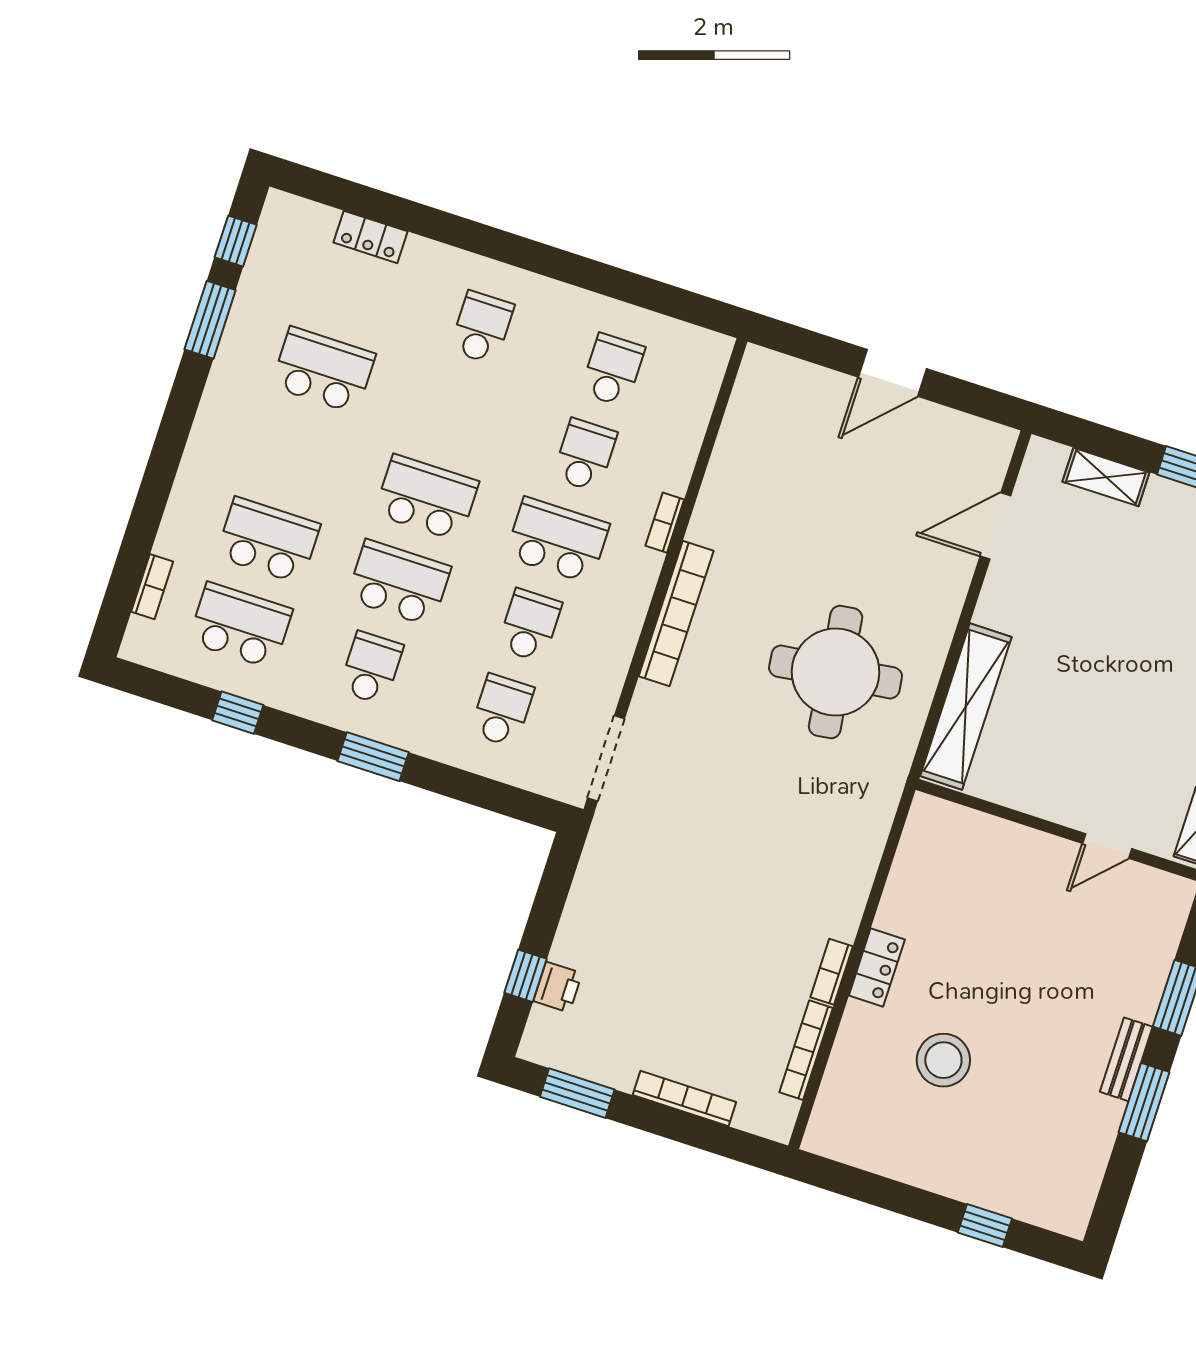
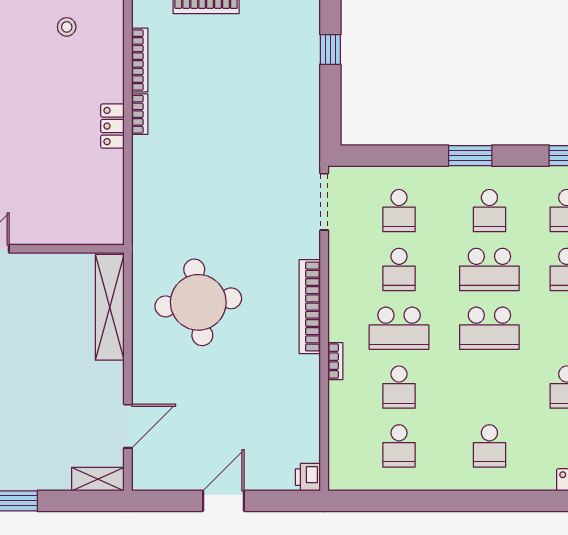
shelving: (1106, 477) -> (98, 479), moved
printer: (558, 987) -> (308, 477), moved
stool: (943, 1060) -> (67, 27), moved, width x0.53, depth x0.53

